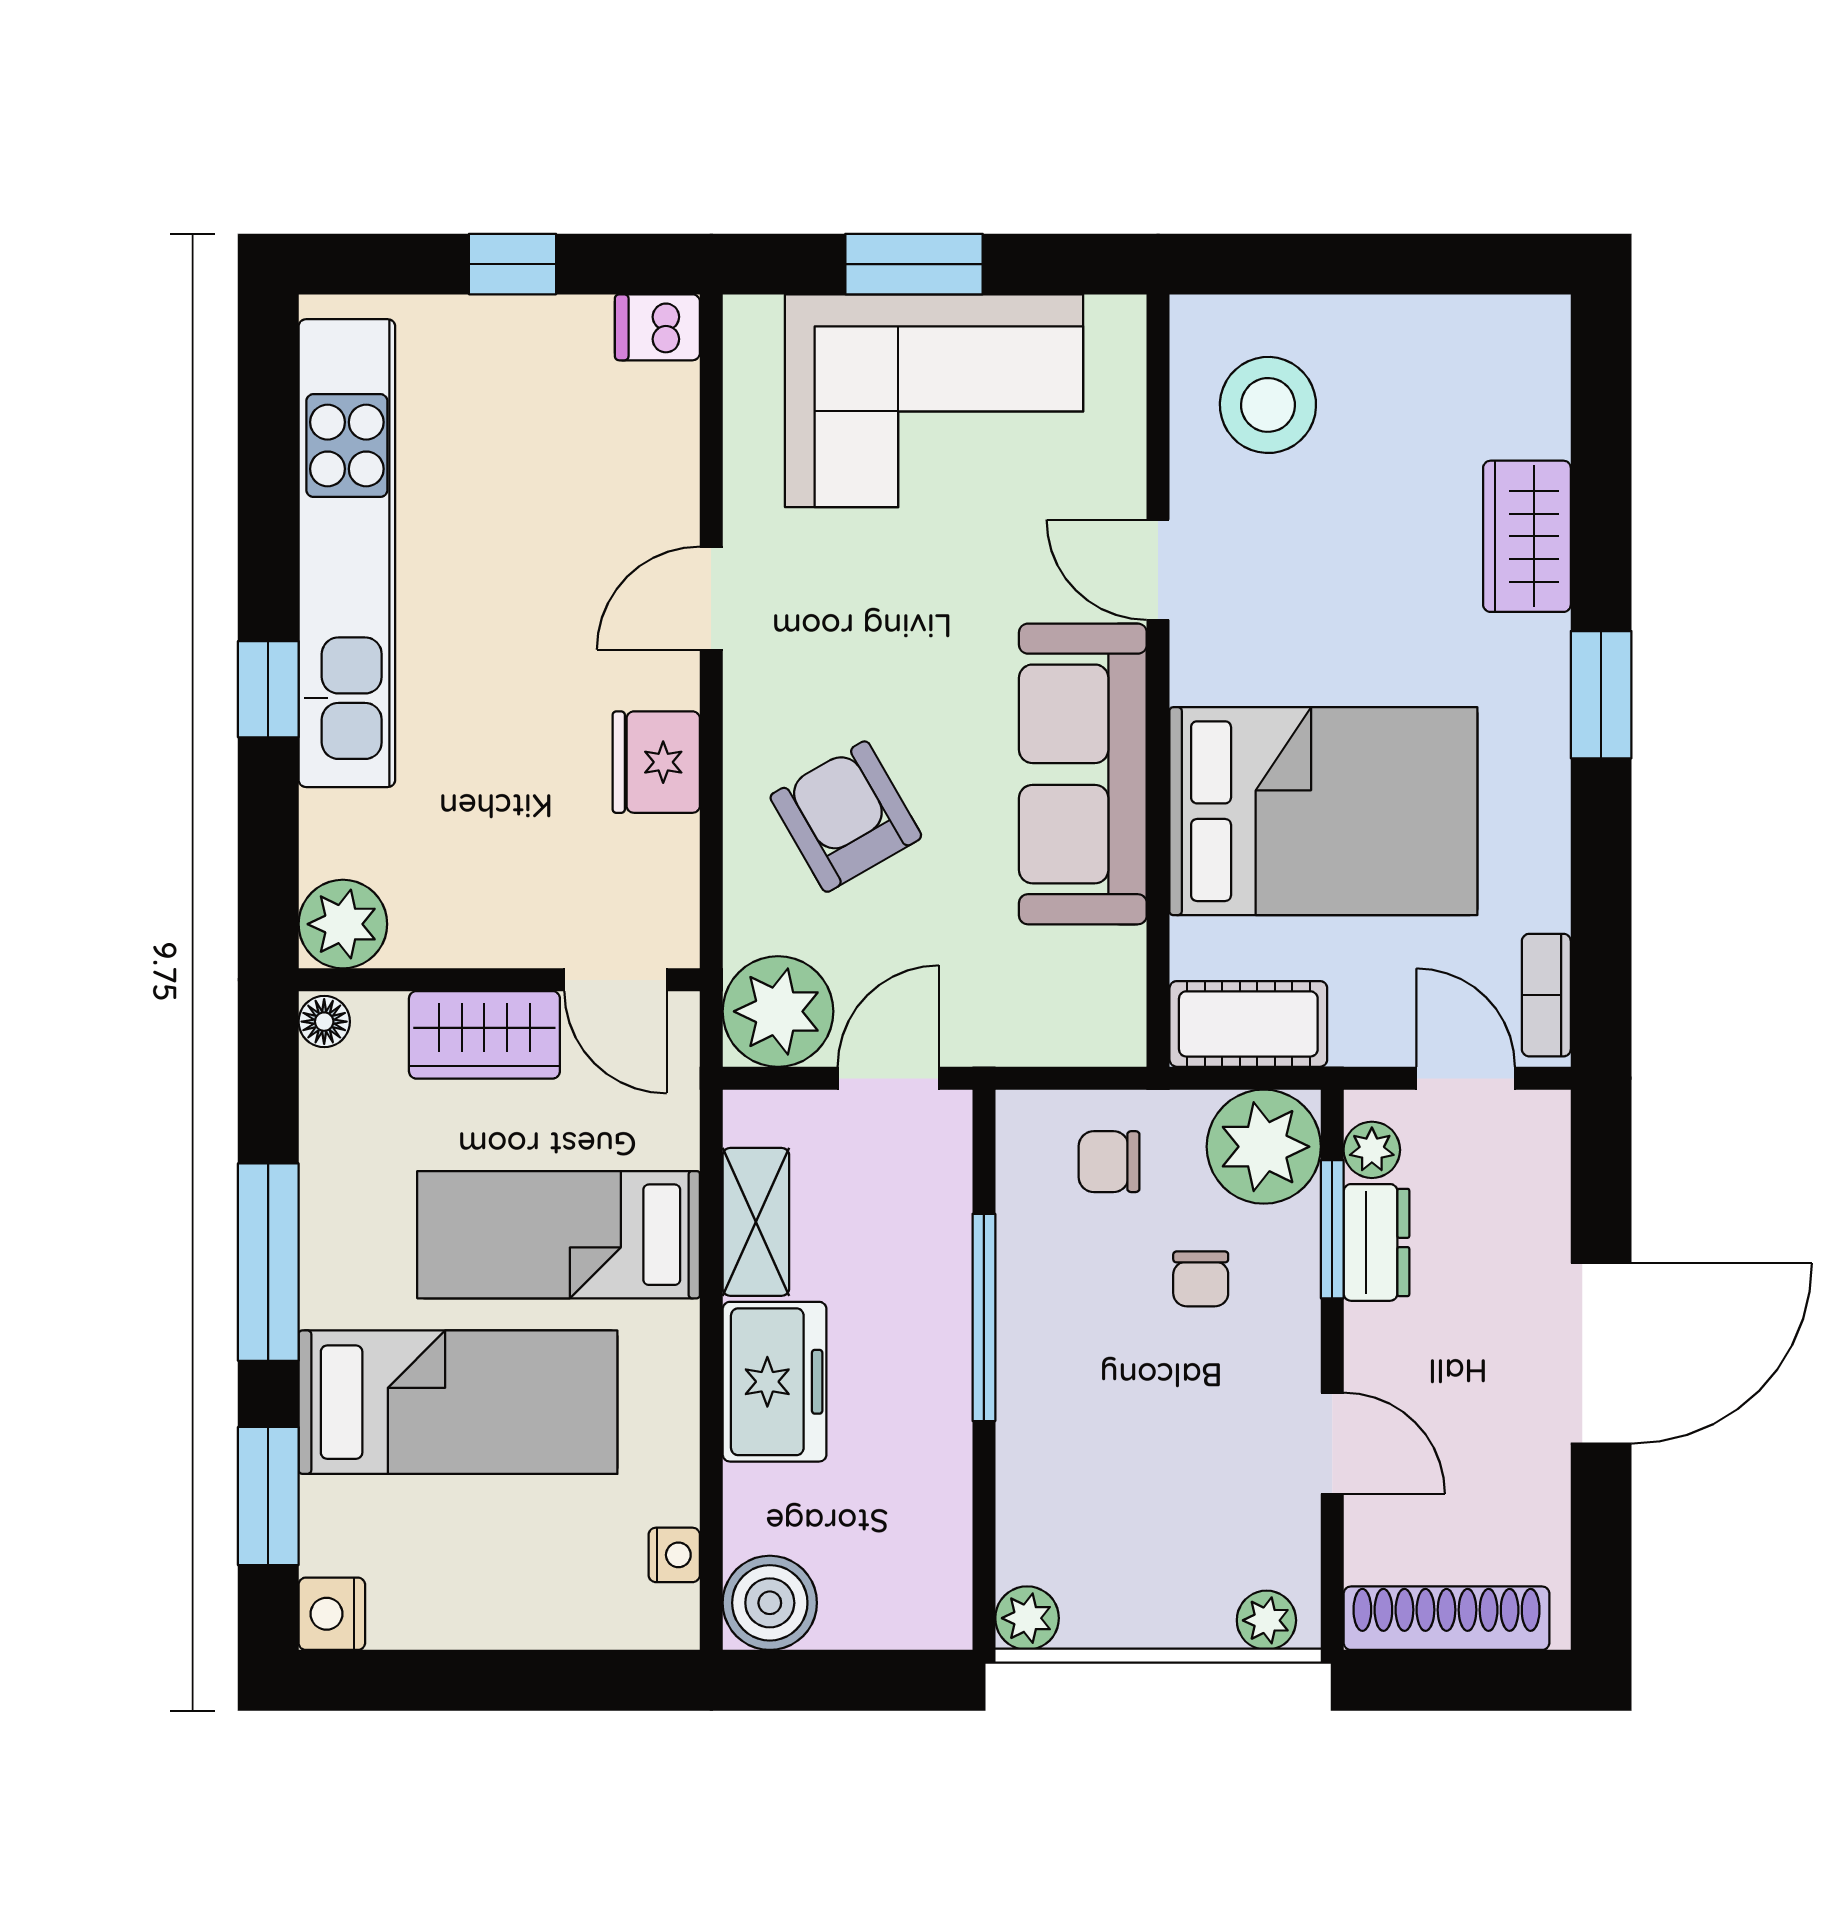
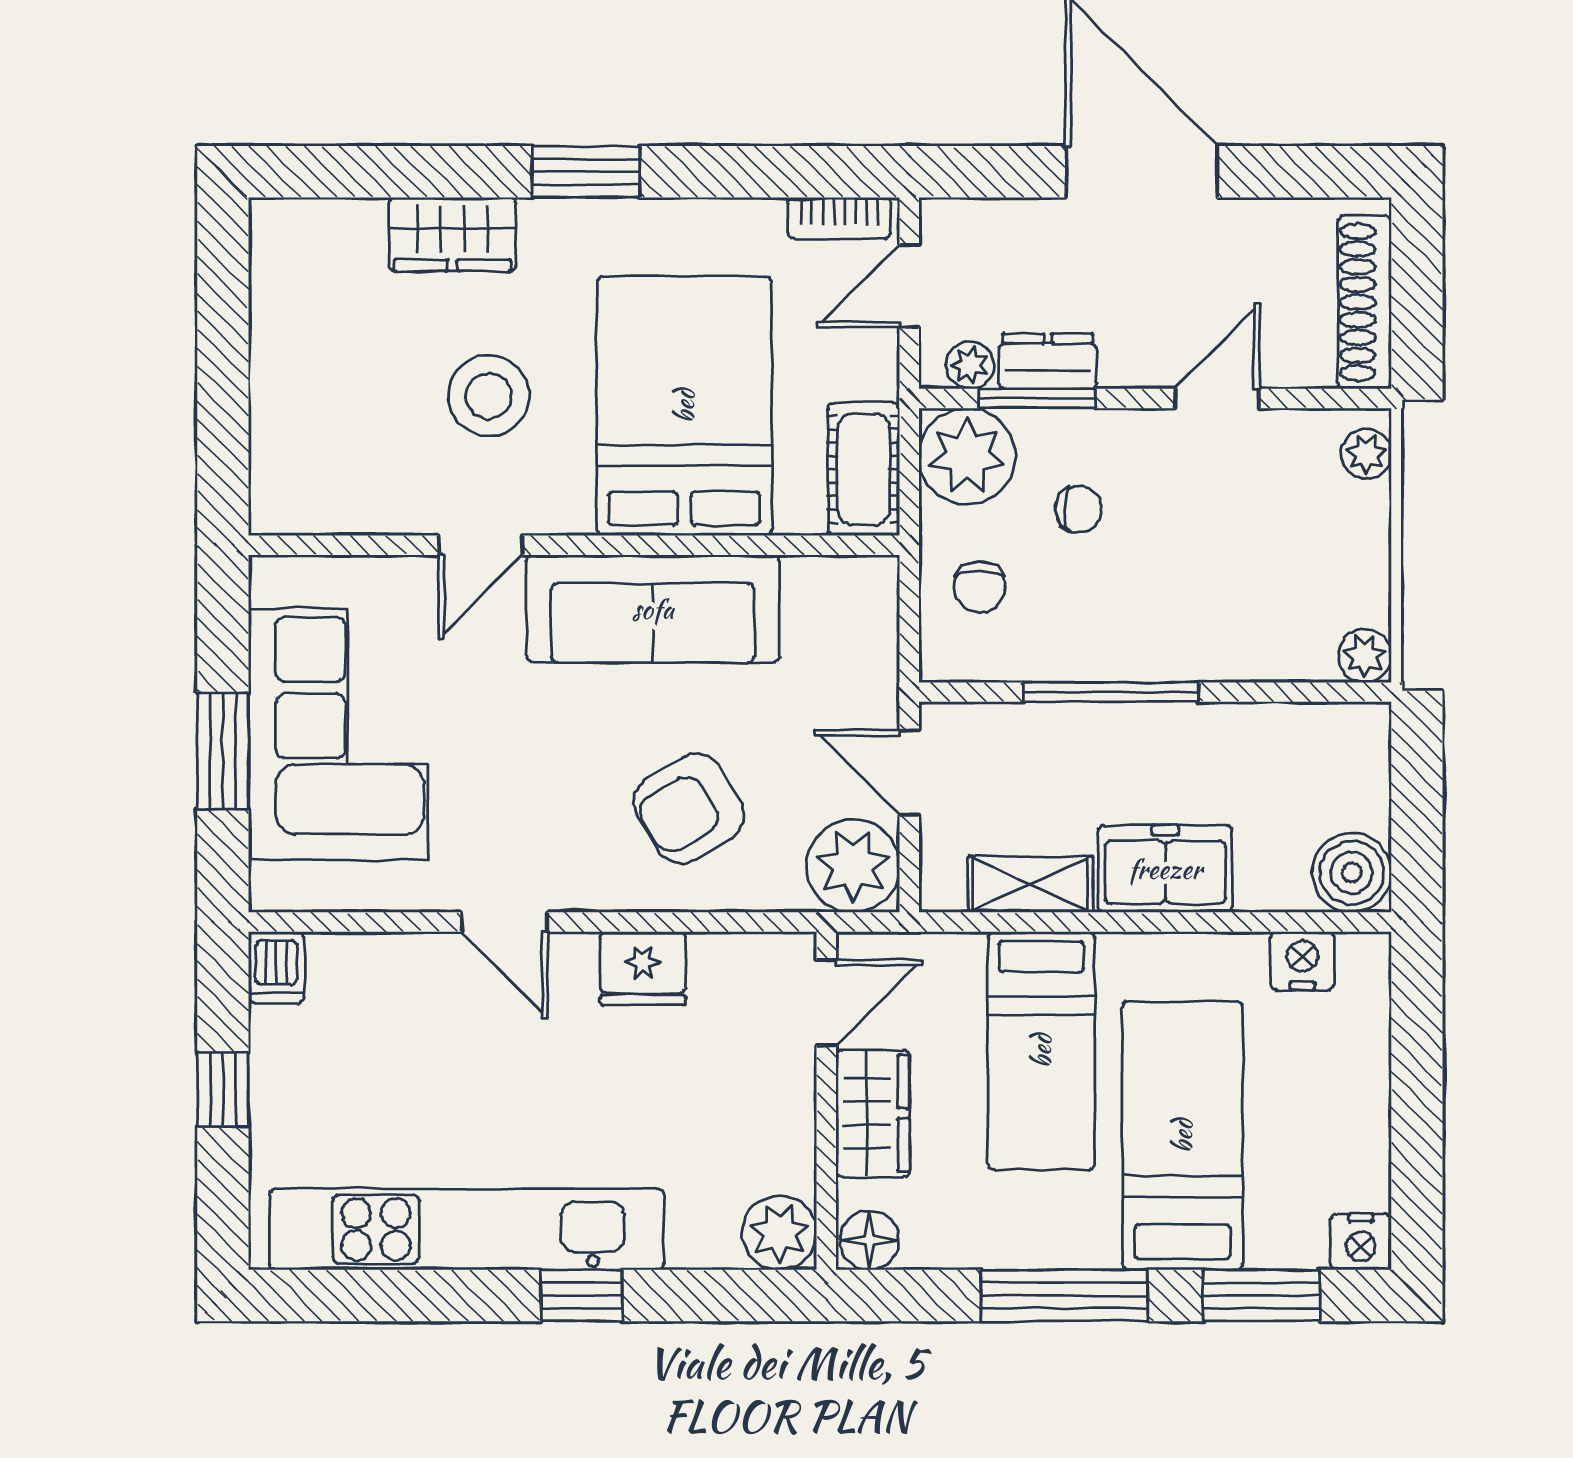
stool: (1268, 405) -> (489, 396), moved
floor lamp: (324, 1022) -> (870, 1240), width x1.37, depth x1.37
nightstand: (674, 1555) -> (1302, 961), width x1.39, depth x1.35

